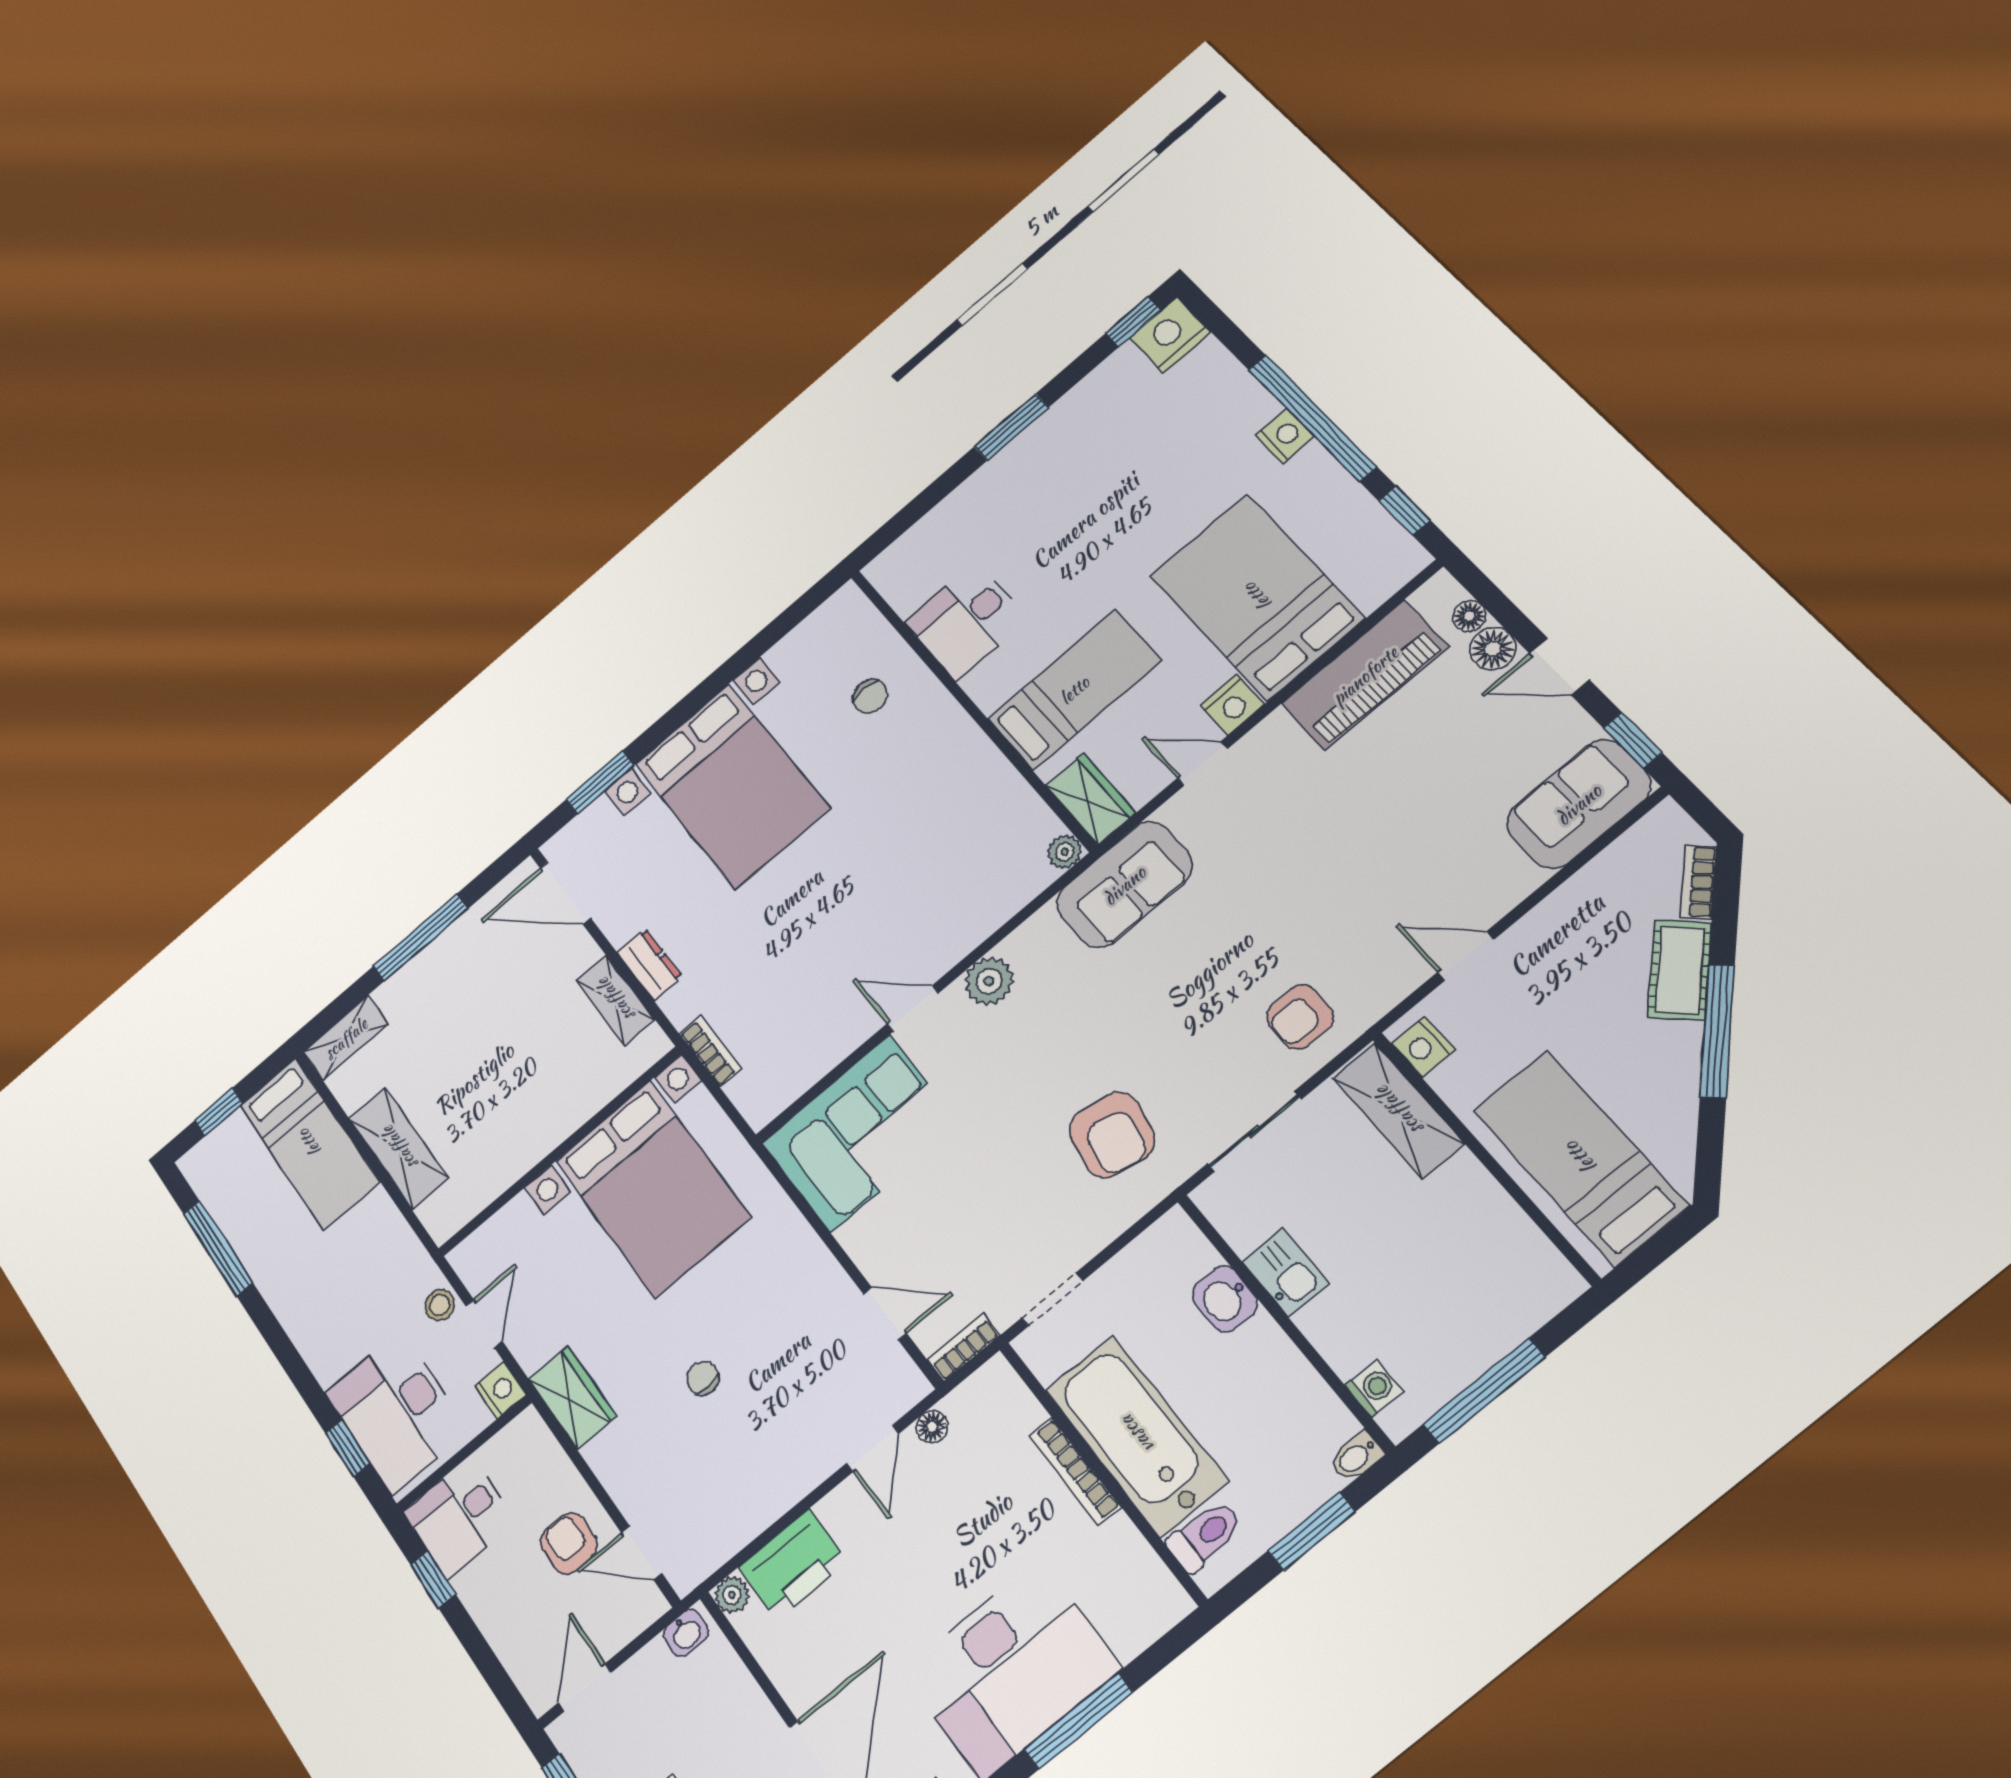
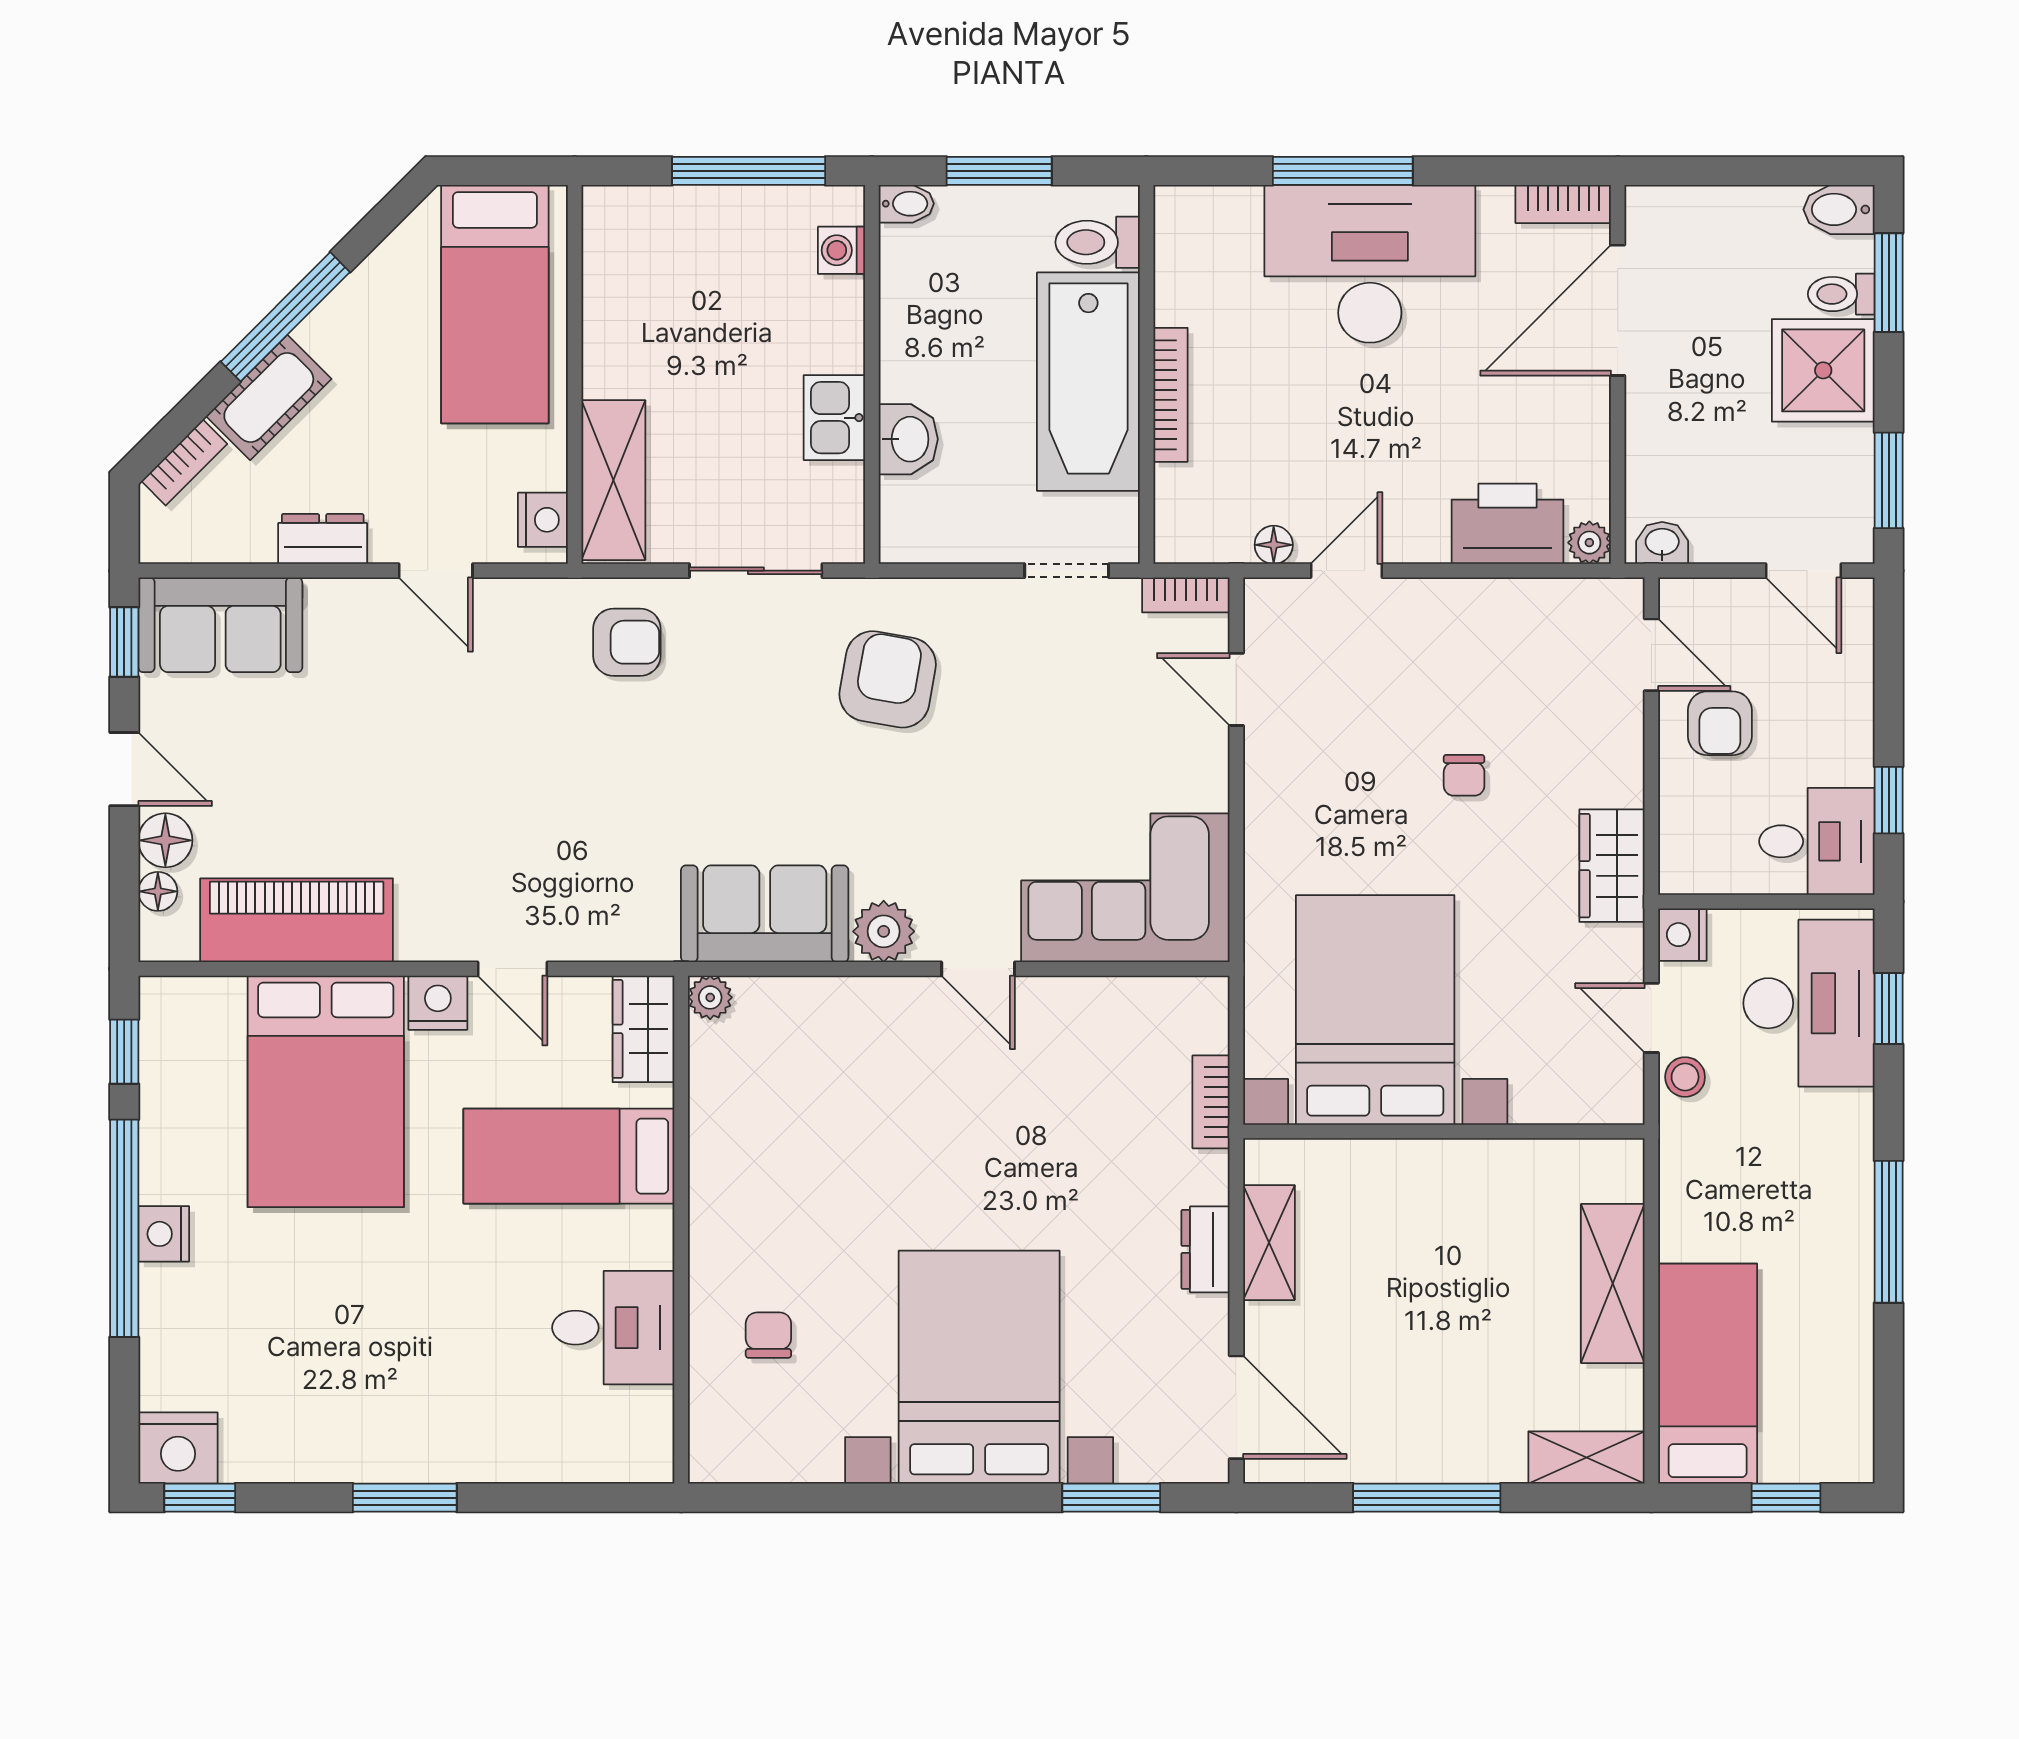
sofa: (1124, 885) -> (765, 914), moved
dresser: (1559, 913) -> (323, 539), added
window: (218, 1248) -> (1889, 1232), moved
door: (484, 1324) -> (1651, 1018), hinge flipped
door: (585, 1688) -> (1804, 571), hinge flipped

